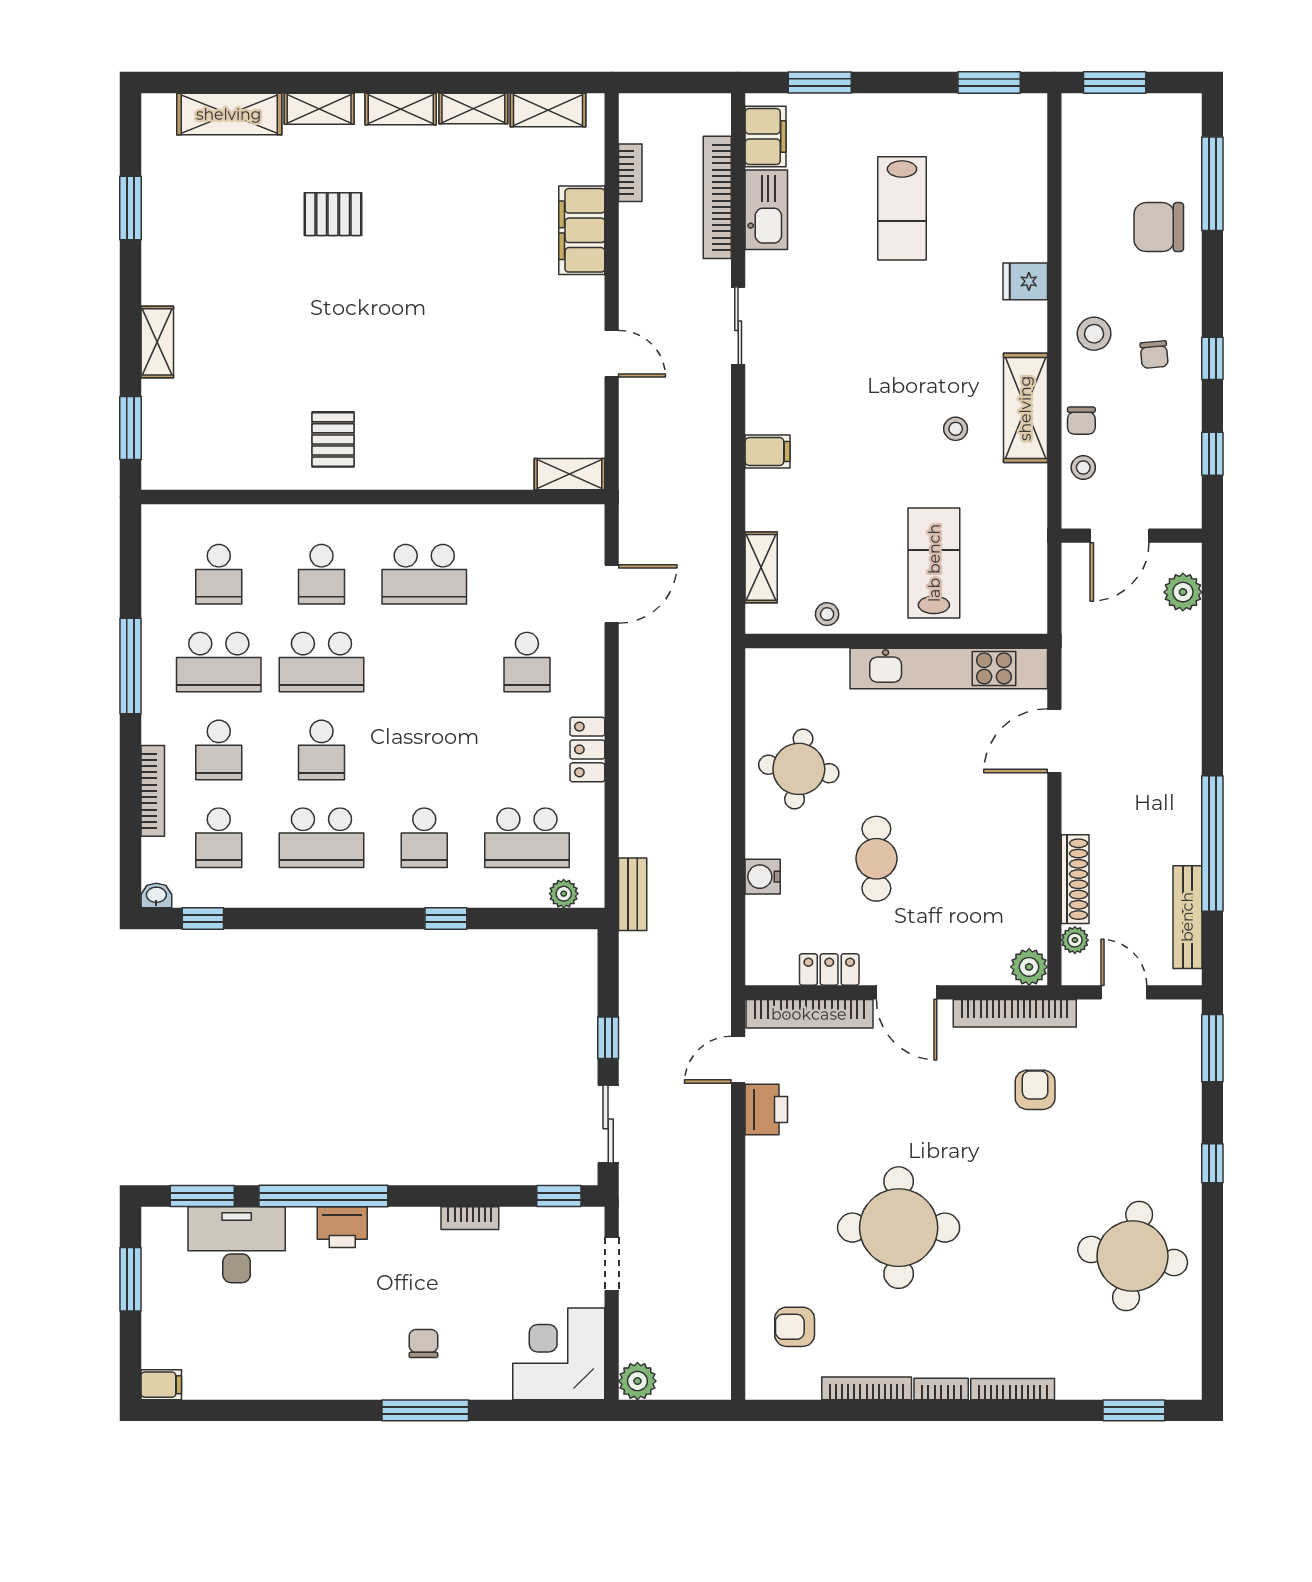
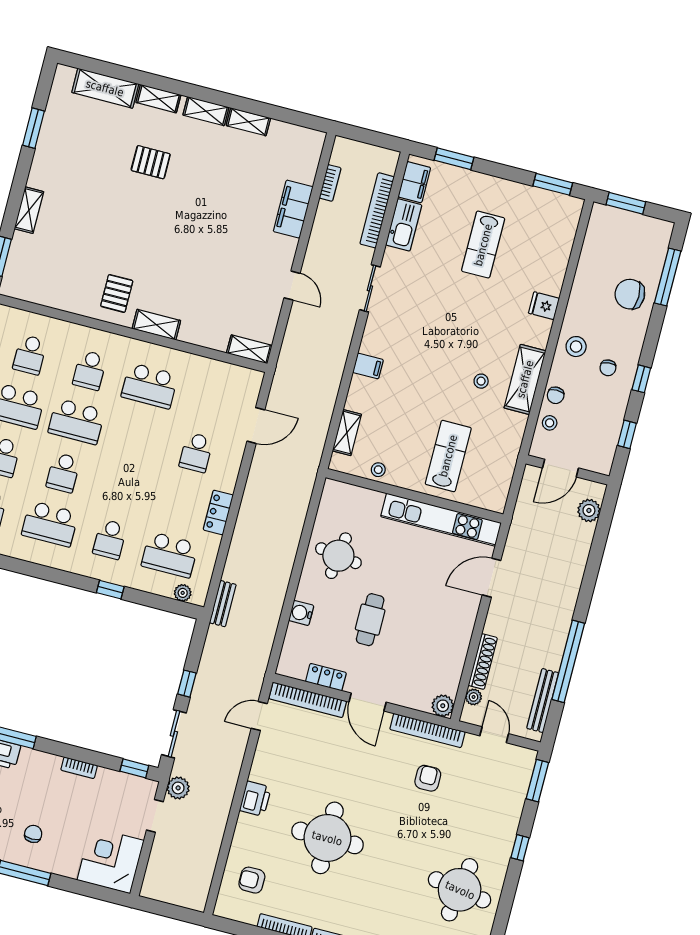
shelving: (548, 110) -> (156, 325), moved
printer: (766, 1109) -> (255, 799), moved
plant: (637, 1381) -> (178, 788), moved

